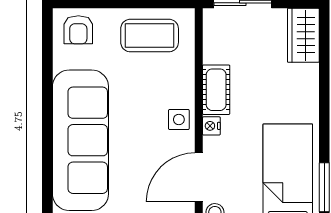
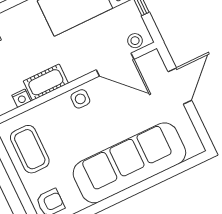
nightstand: (211, 126) -> (21, 98), moved

